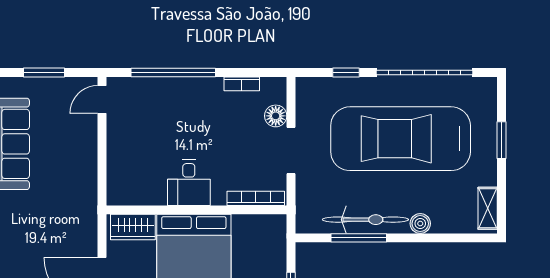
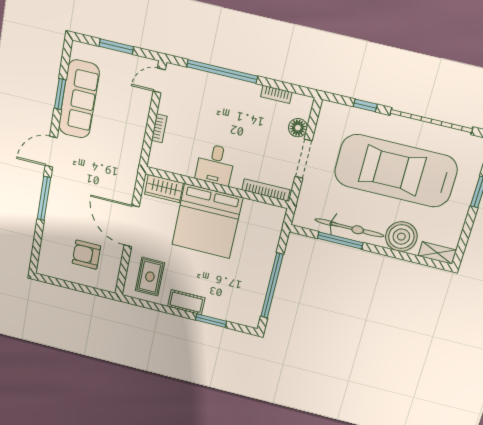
bookcase: (113, 155) -> (159, 128), added
shelving: (488, 208) -> (437, 253), moved, turned 90
boiler: (420, 224) -> (401, 237), width x1.86, depth x1.86

